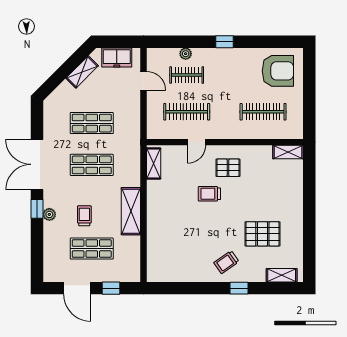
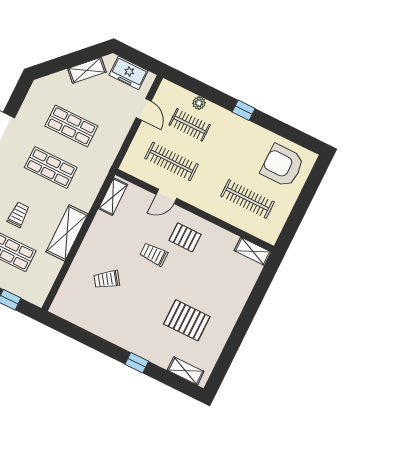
armchair: (278, 71) -> (282, 165), turned 180
trolley: (226, 262) -> (107, 279), moved

